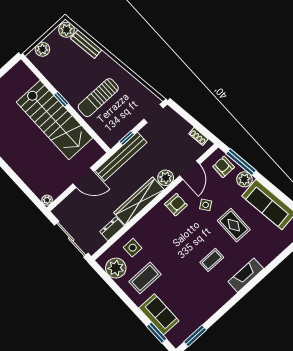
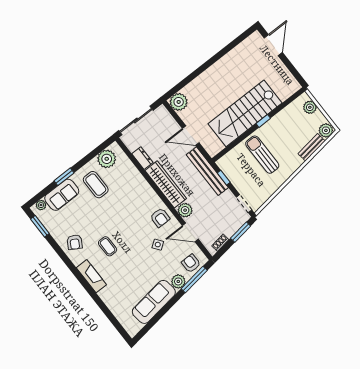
window: (185, 115) -> (241, 232), added
armchair: (224, 167) -> (191, 263), turned -90
door: (83, 178) -> (191, 136), hinge flipped
plant: (47, 200) -> (179, 102), width x1.87, depth x1.87
rug: (234, 225) -> (137, 269), removed
side table: (133, 248) -> (124, 176), removed
armchair: (210, 296) -> (75, 242), added
window: (157, 333) -> (64, 177), moved
plant: (172, 336) -> (41, 205), added

